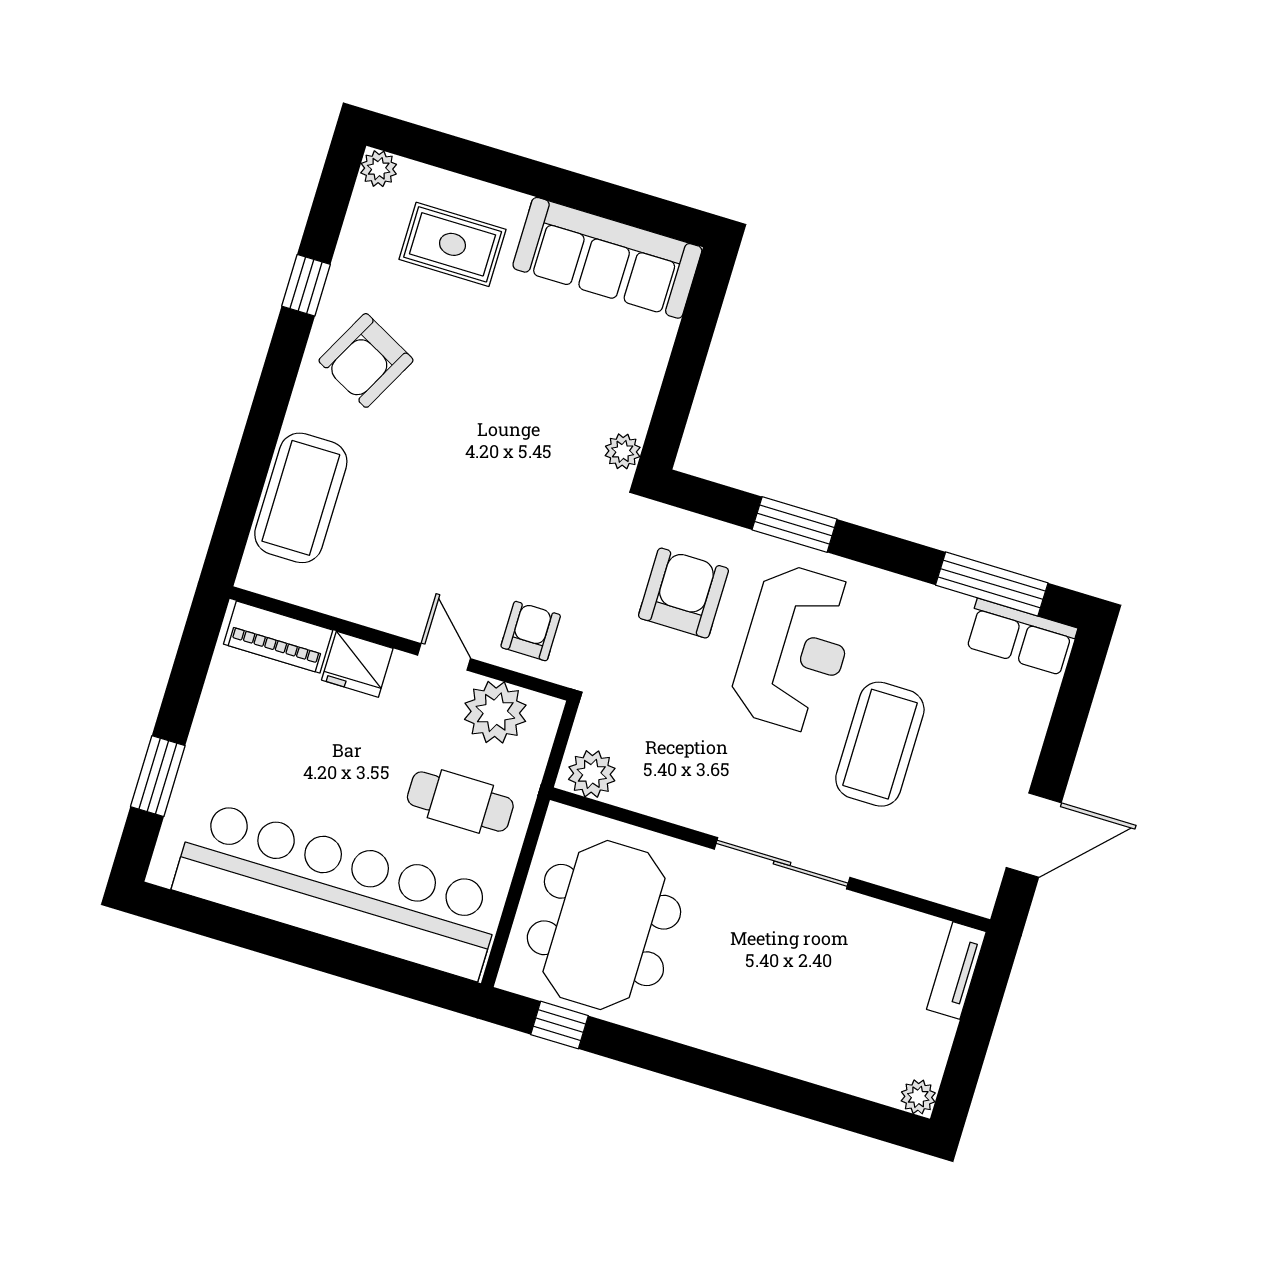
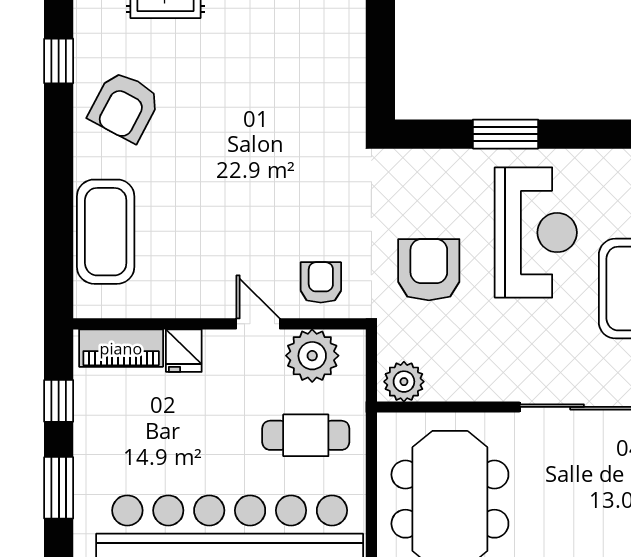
plant: (623, 451) -> (351, 117), removed
armchair: (683, 593) -> (429, 270), moved
fridge: (357, 664) -> (184, 351), width x0.72
window: (188, 676) -> (59, 401), added

